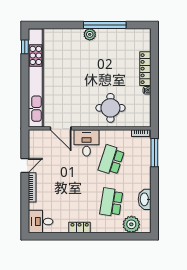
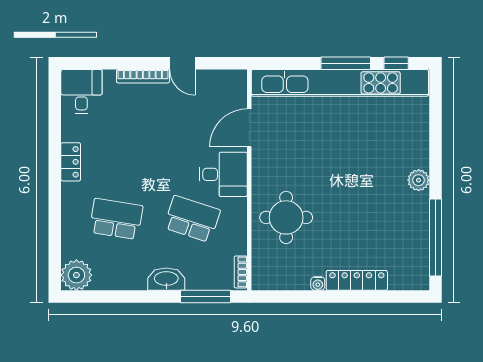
window: (105, 25) -> (435, 238), moved
window: (25, 75) -> (346, 63), added
washbasin: (145, 199) -> (166, 279), moved
plant: (131, 224) -> (76, 275), moved

